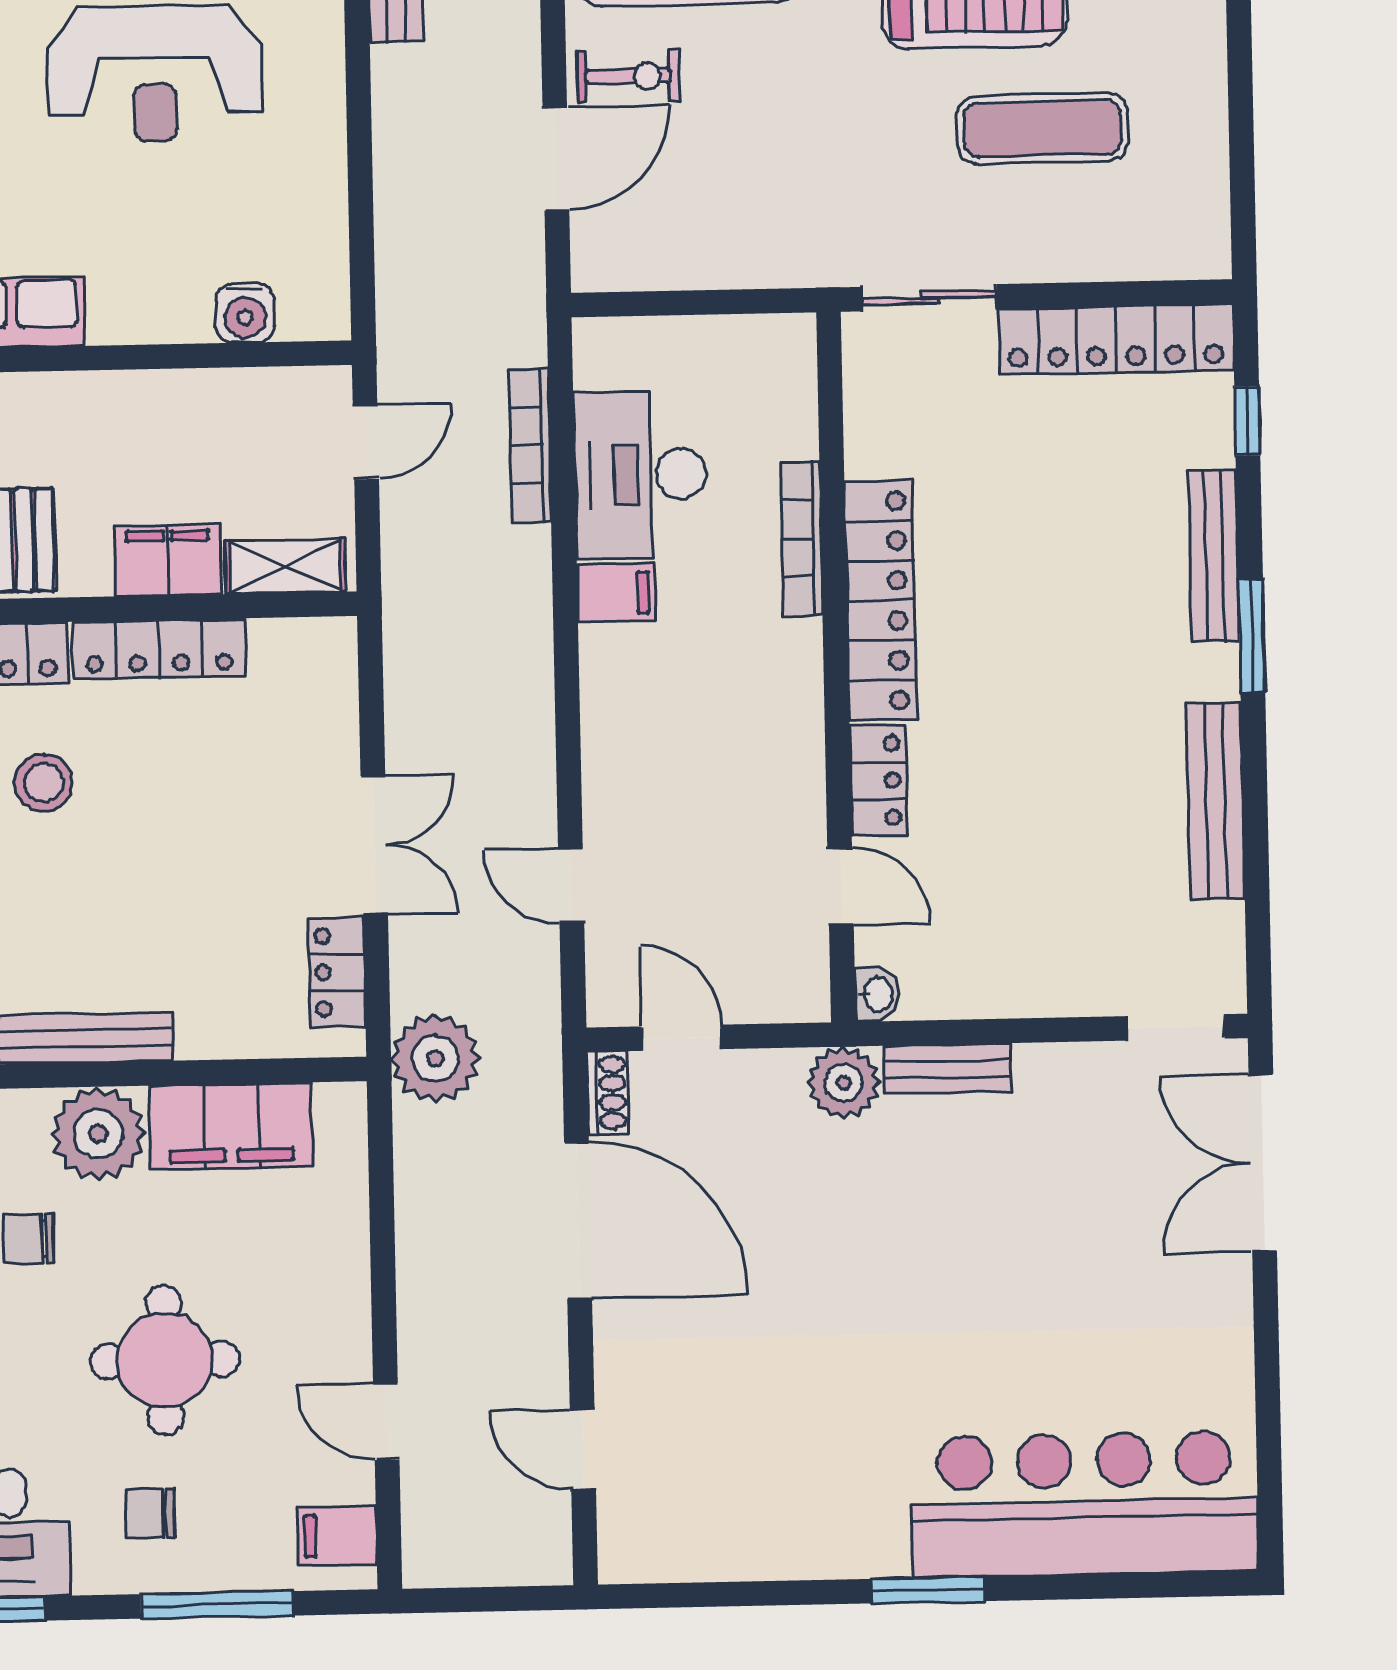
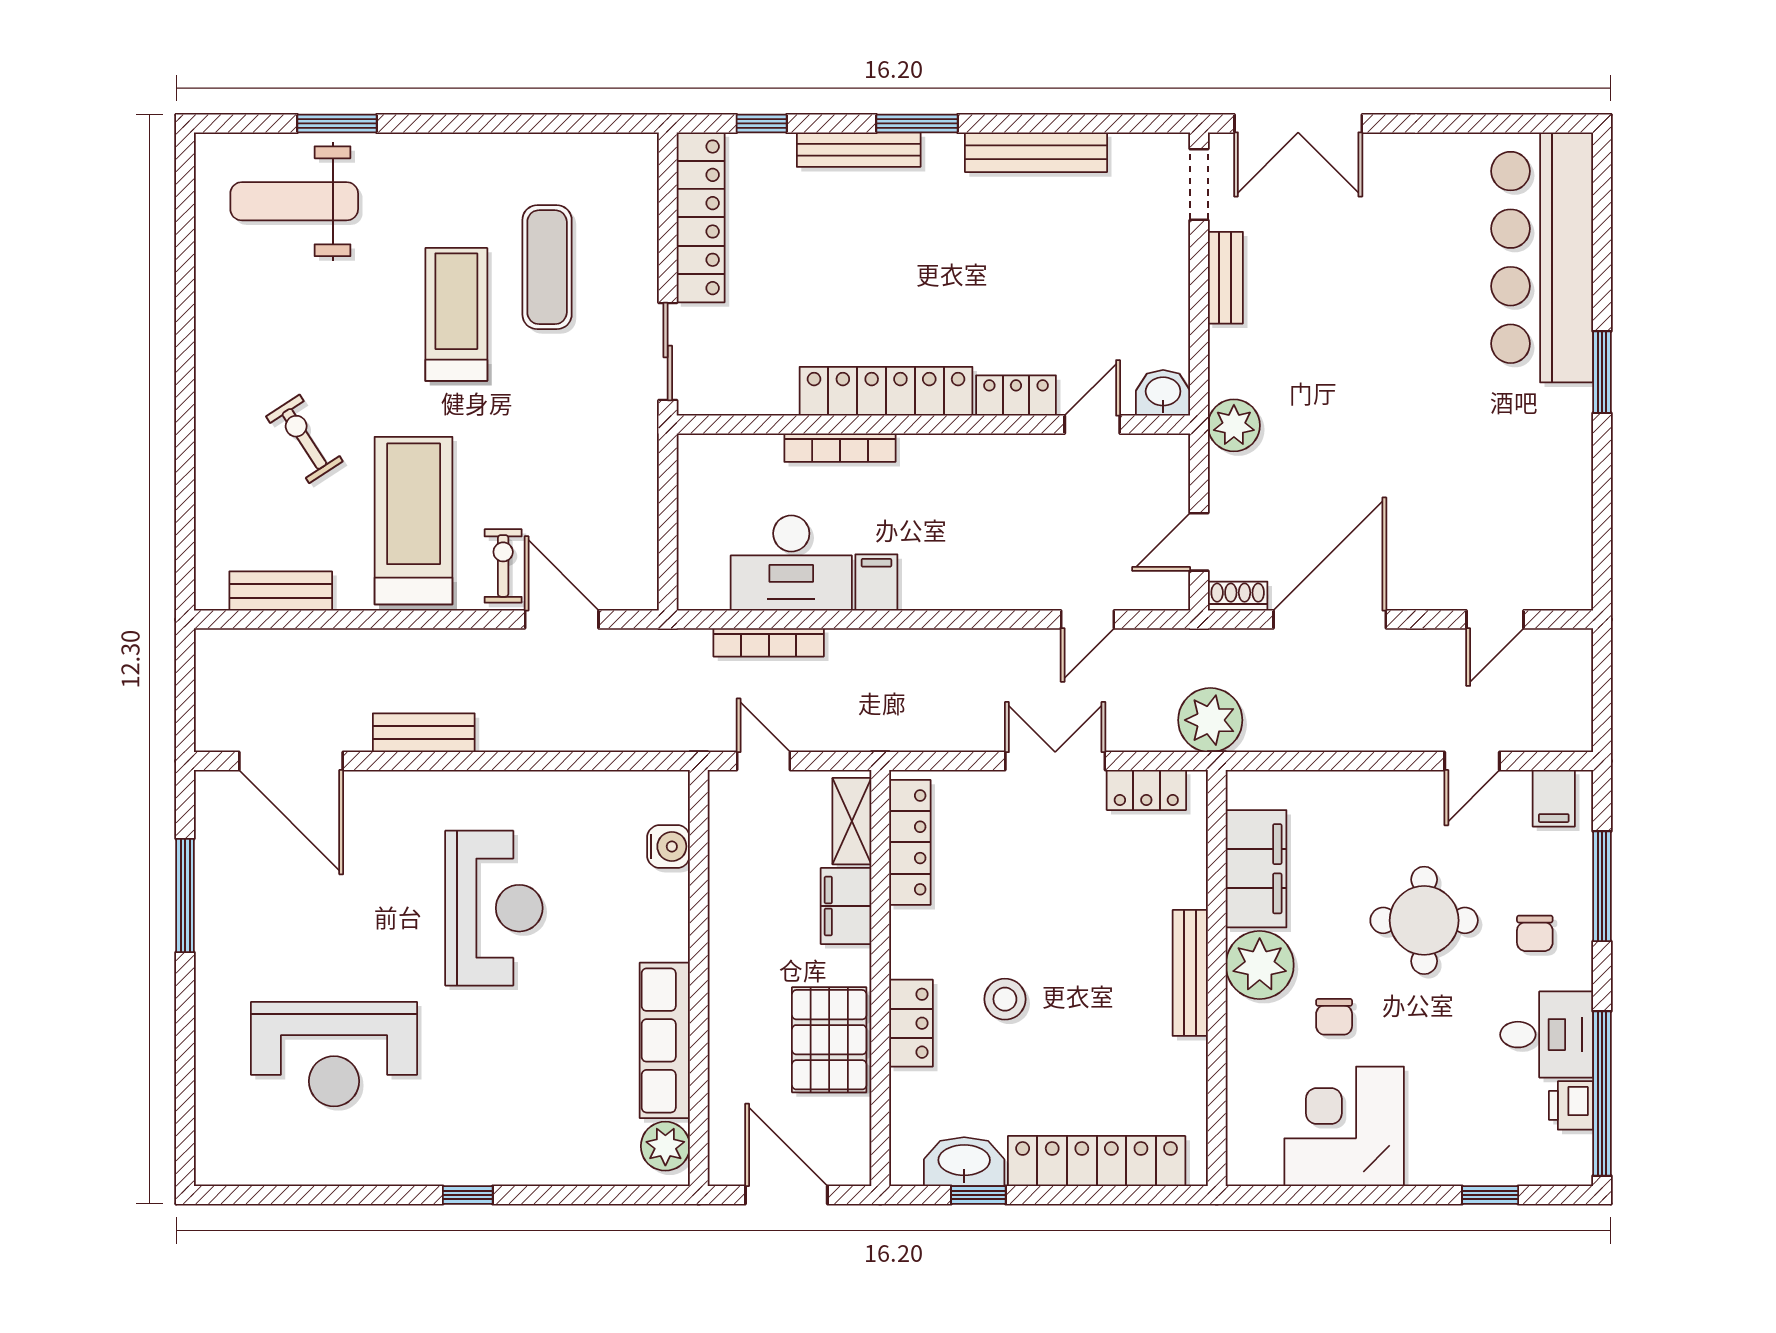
locker: (159, 649) -> (910, 842), moved
washbasin: (877, 994) -> (1163, 393), width x1.38, depth x1.45
bench: (948, 1069) -> (1225, 278), moved

